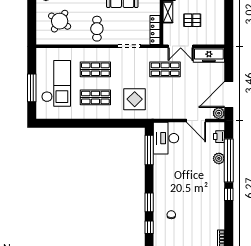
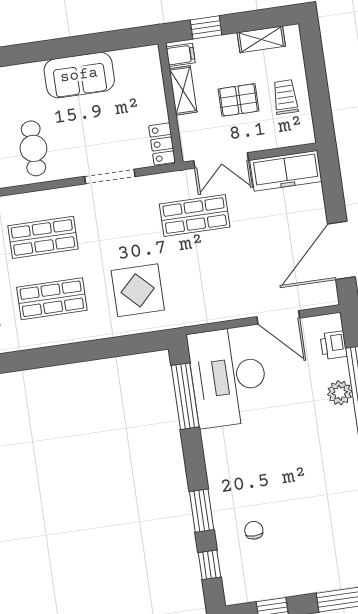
trolley: (213, 22) -> (285, 97), added
locker: (155, 30) -> (162, 144), width x0.66
plant: (219, 113) -> (325, 294), removed
desk: (166, 138) -> (228, 377), width x1.36, depth x1.30

